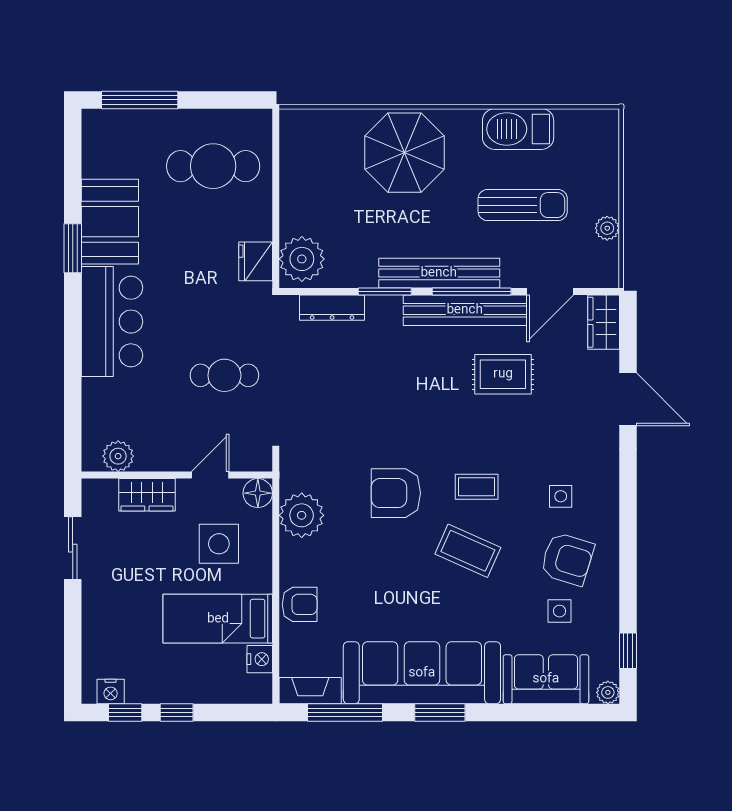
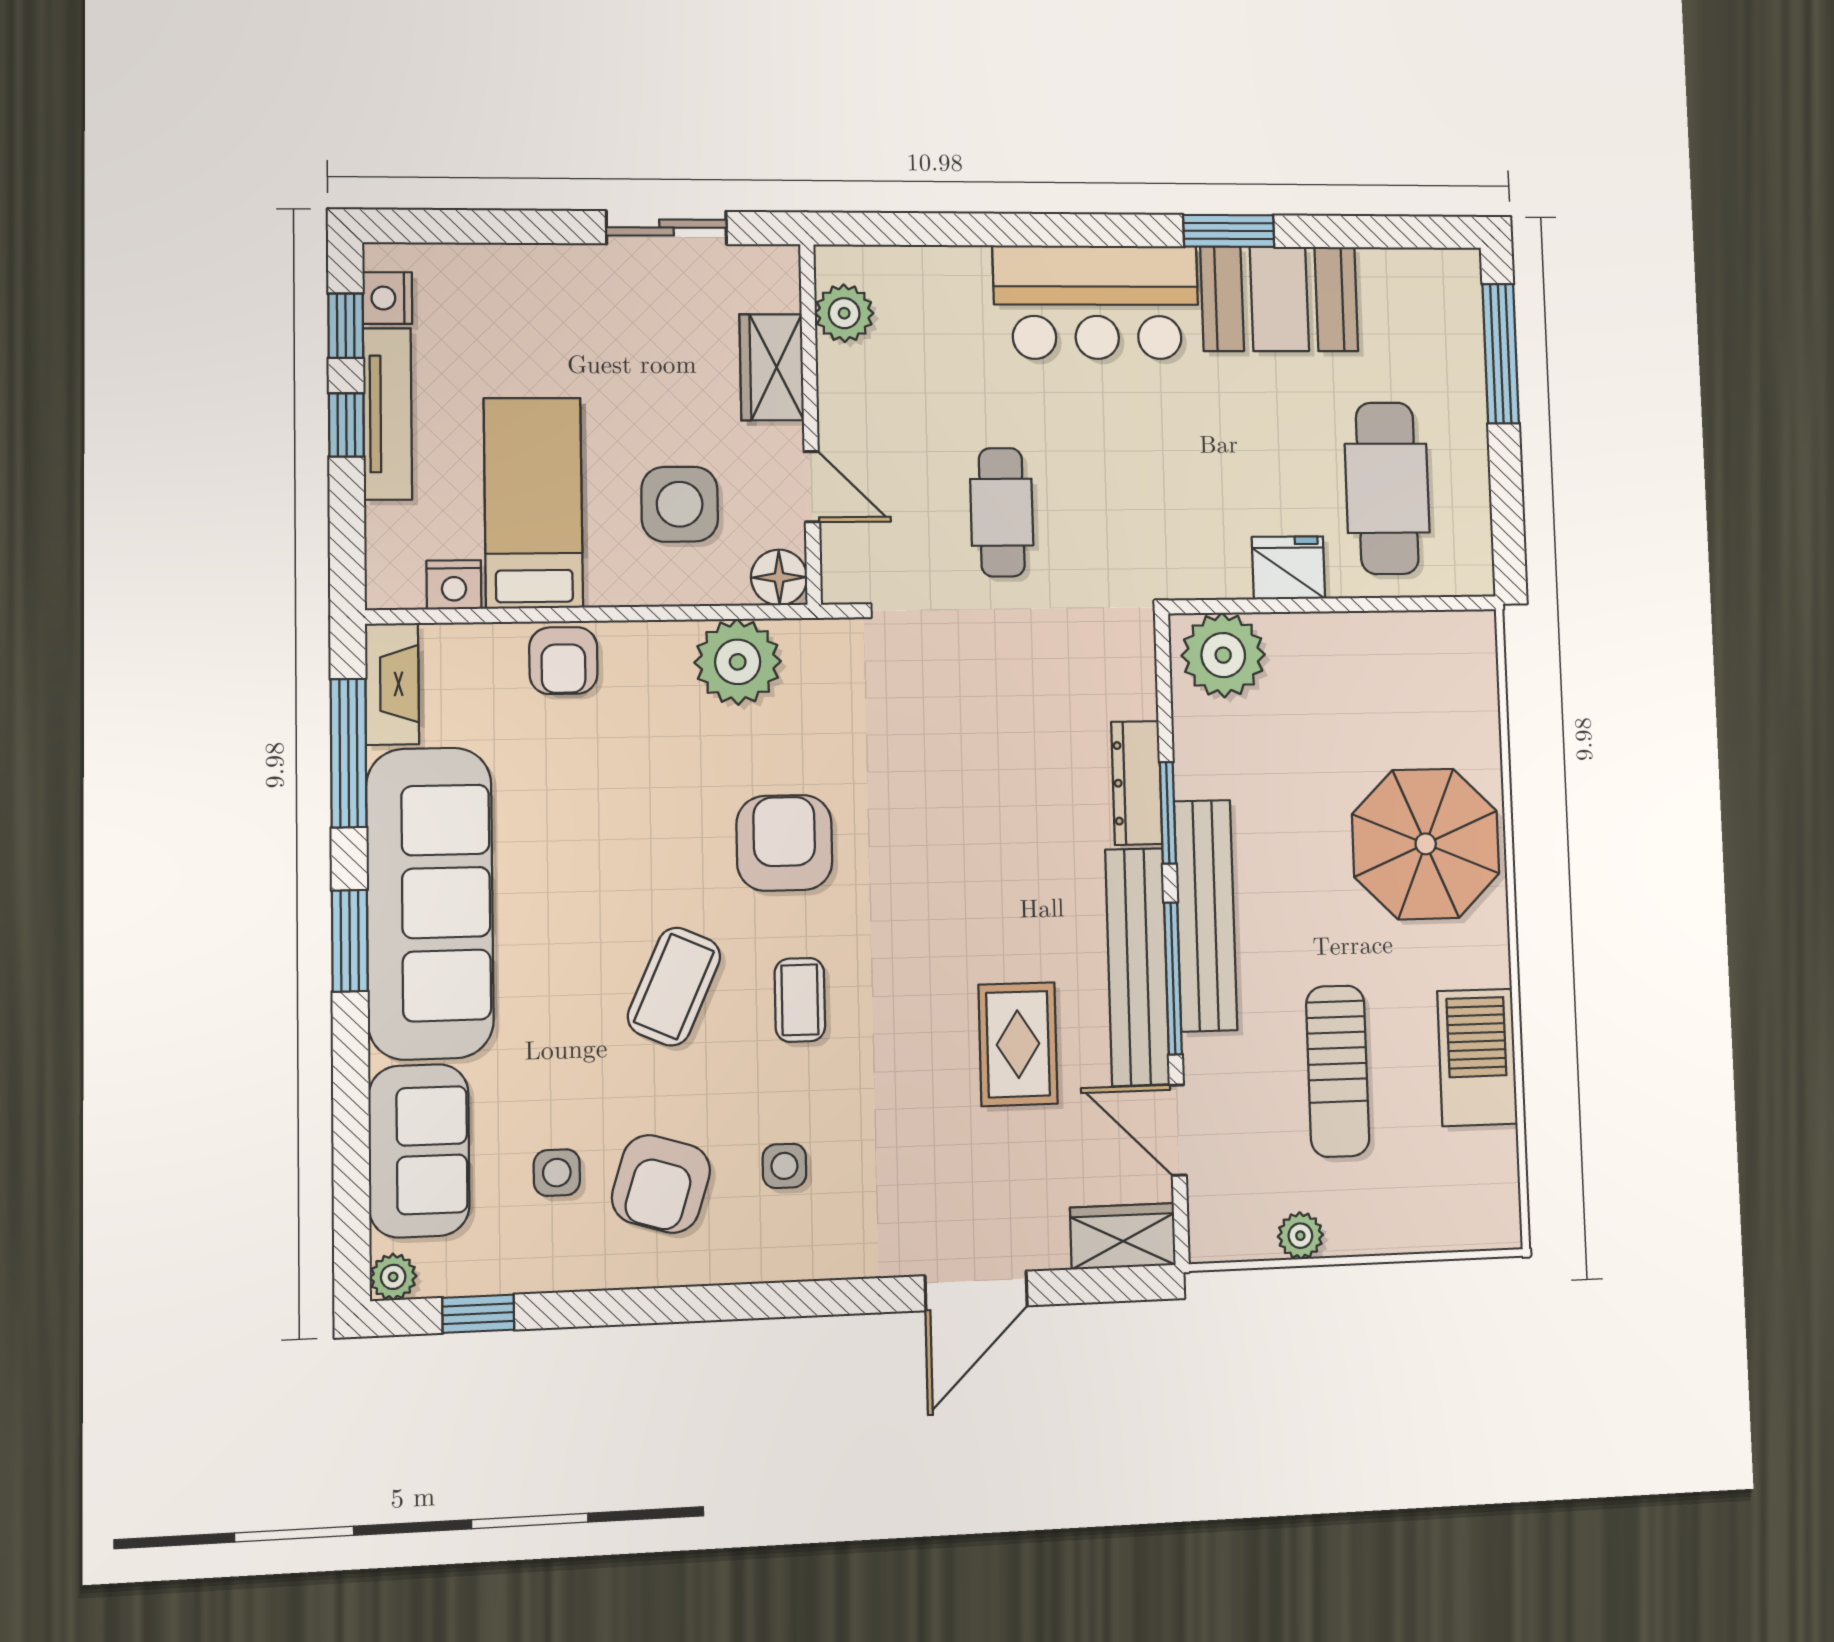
fridge: (256, 261) -> (1288, 568), moved
dresser: (332, 308) -> (1137, 783), moved
tv unit: (171, 692) -> (387, 414), added

